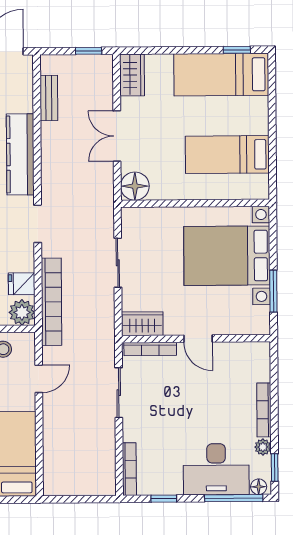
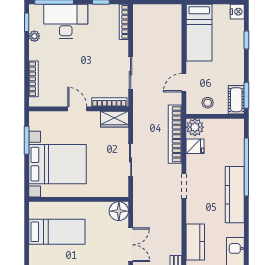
kitchen counter: (20, 154) -> (195, 242), width x0.67
bookcase: (264, 410) -> (34, 79), moved
floor lamp: (259, 487) -> (37, 10), removed

